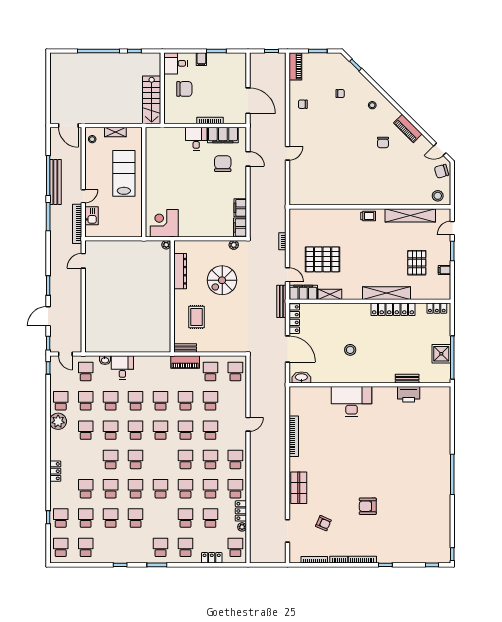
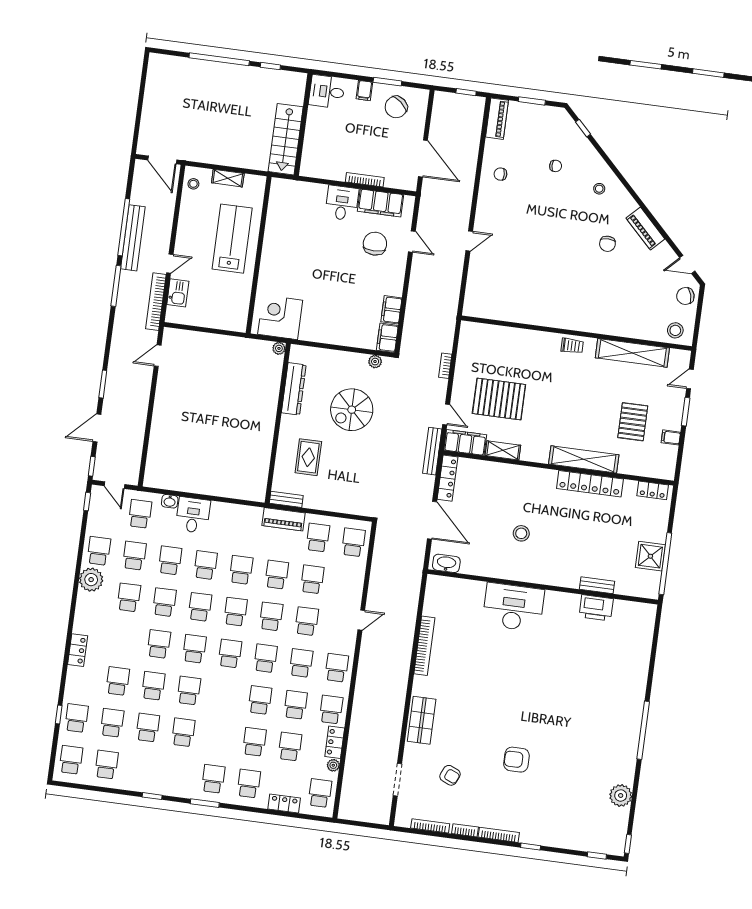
chair: (184, 89) -> (396, 107), moved, turned 130
school desk: (161, 489) -> (230, 653), moved
plant: (443, 521) -> (621, 795), added

